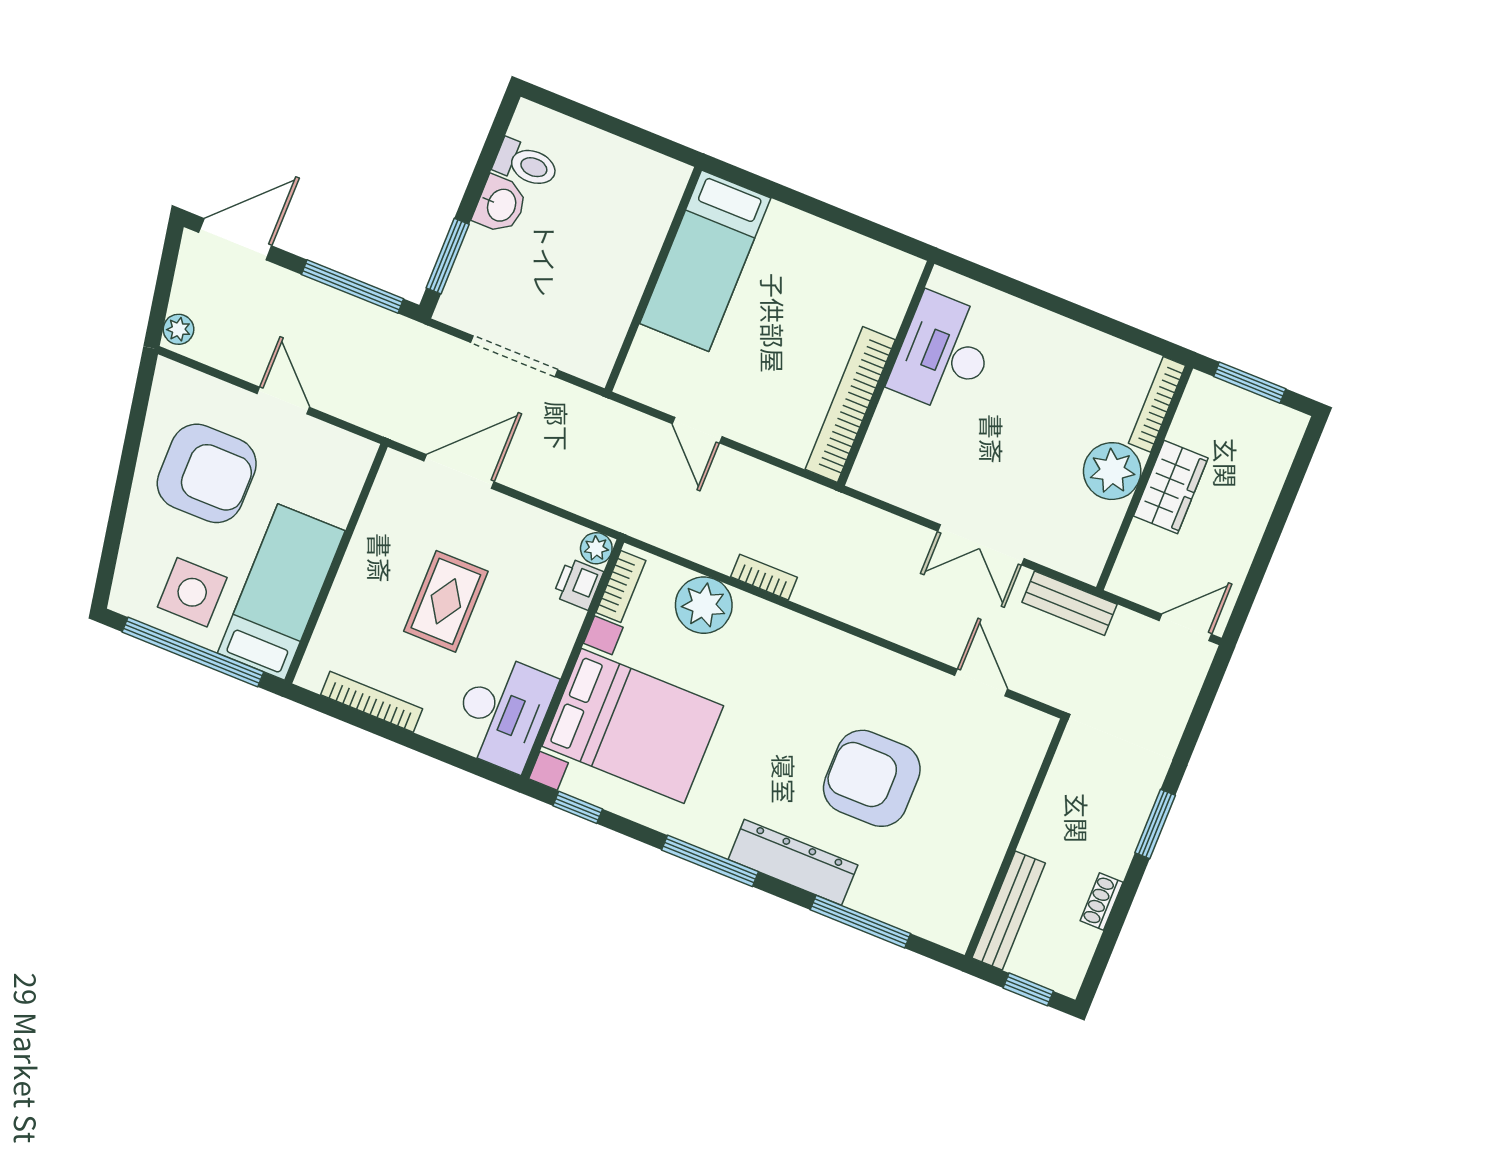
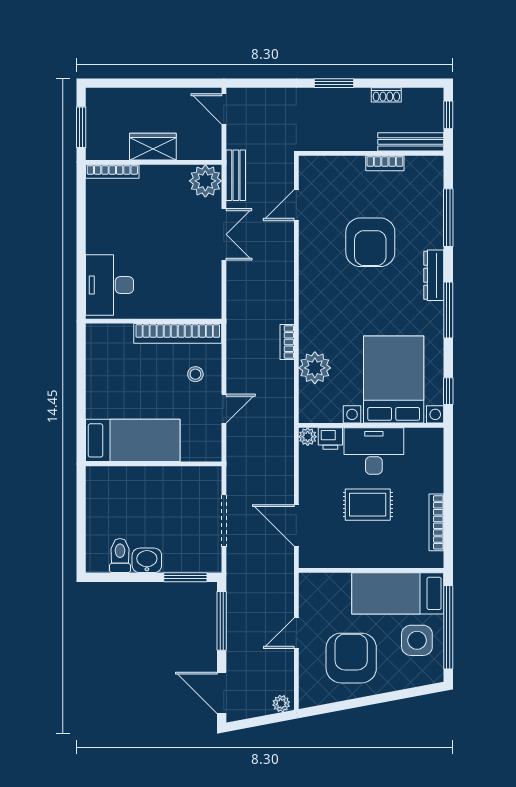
desk: (944, 353) -> (110, 285), moved, turned 90
stool: (772, 406) -> (195, 374), added
plant: (1112, 471) -> (205, 181), moved
bookcase: (621, 587) -> (385, 163), moved, turned 180
desk: (503, 712) -> (374, 451), moved
dresser: (793, 862) -> (434, 275), width x0.73, depth x0.80

